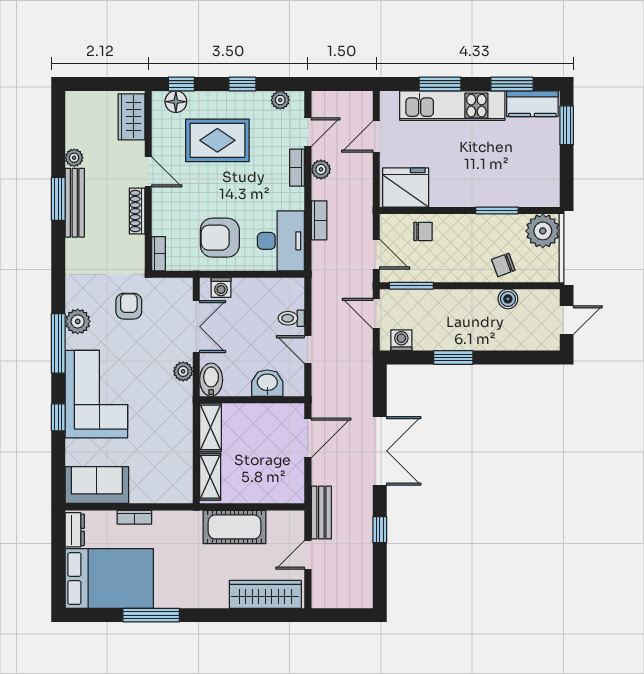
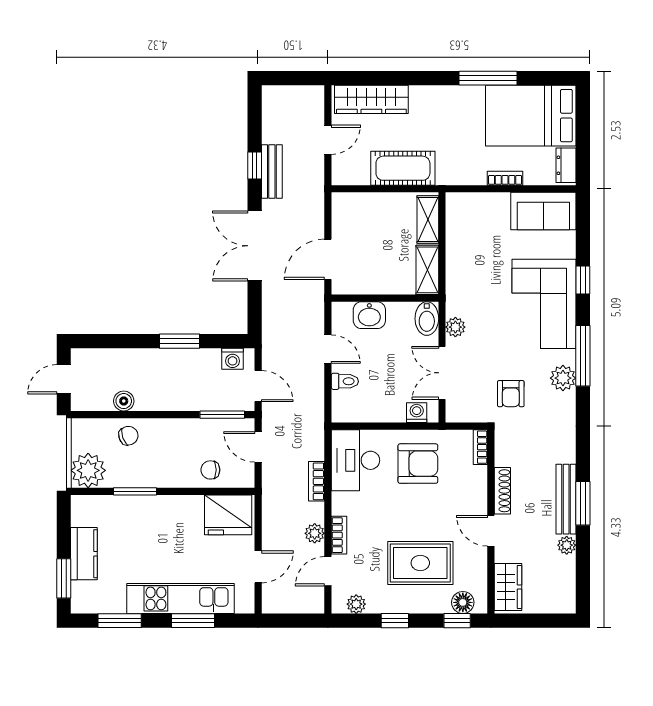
kitchen counter: (532, 104) -> (84, 554), moved, turned 90
bench: (321, 513) -> (272, 172), moved

